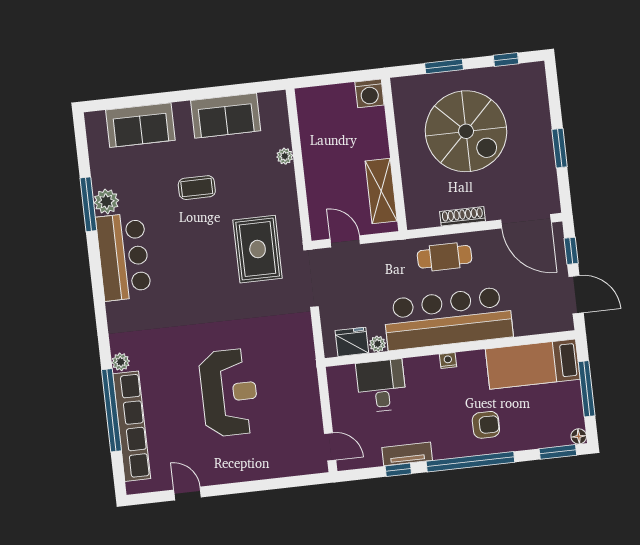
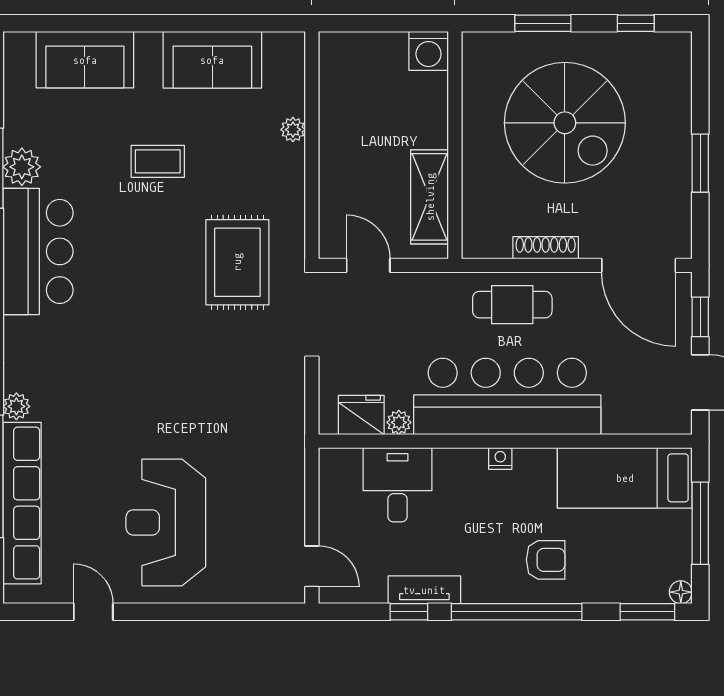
reception desk: (229, 393) -> (166, 522), moved, turned 180

